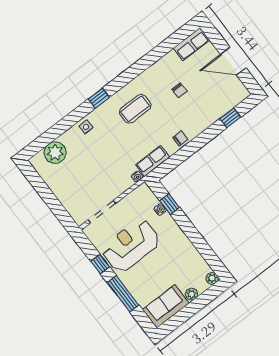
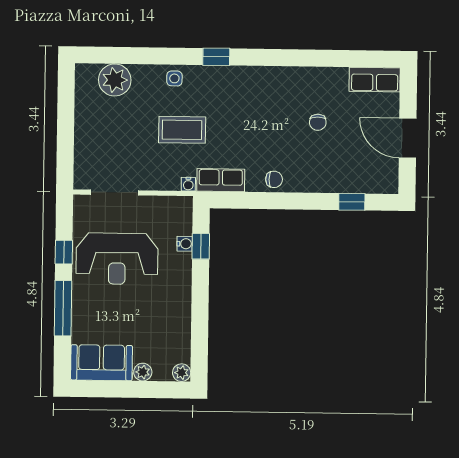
coffee table: (135, 109) -> (182, 130), moved
reception desk: (131, 245) -> (117, 259), turned 180

